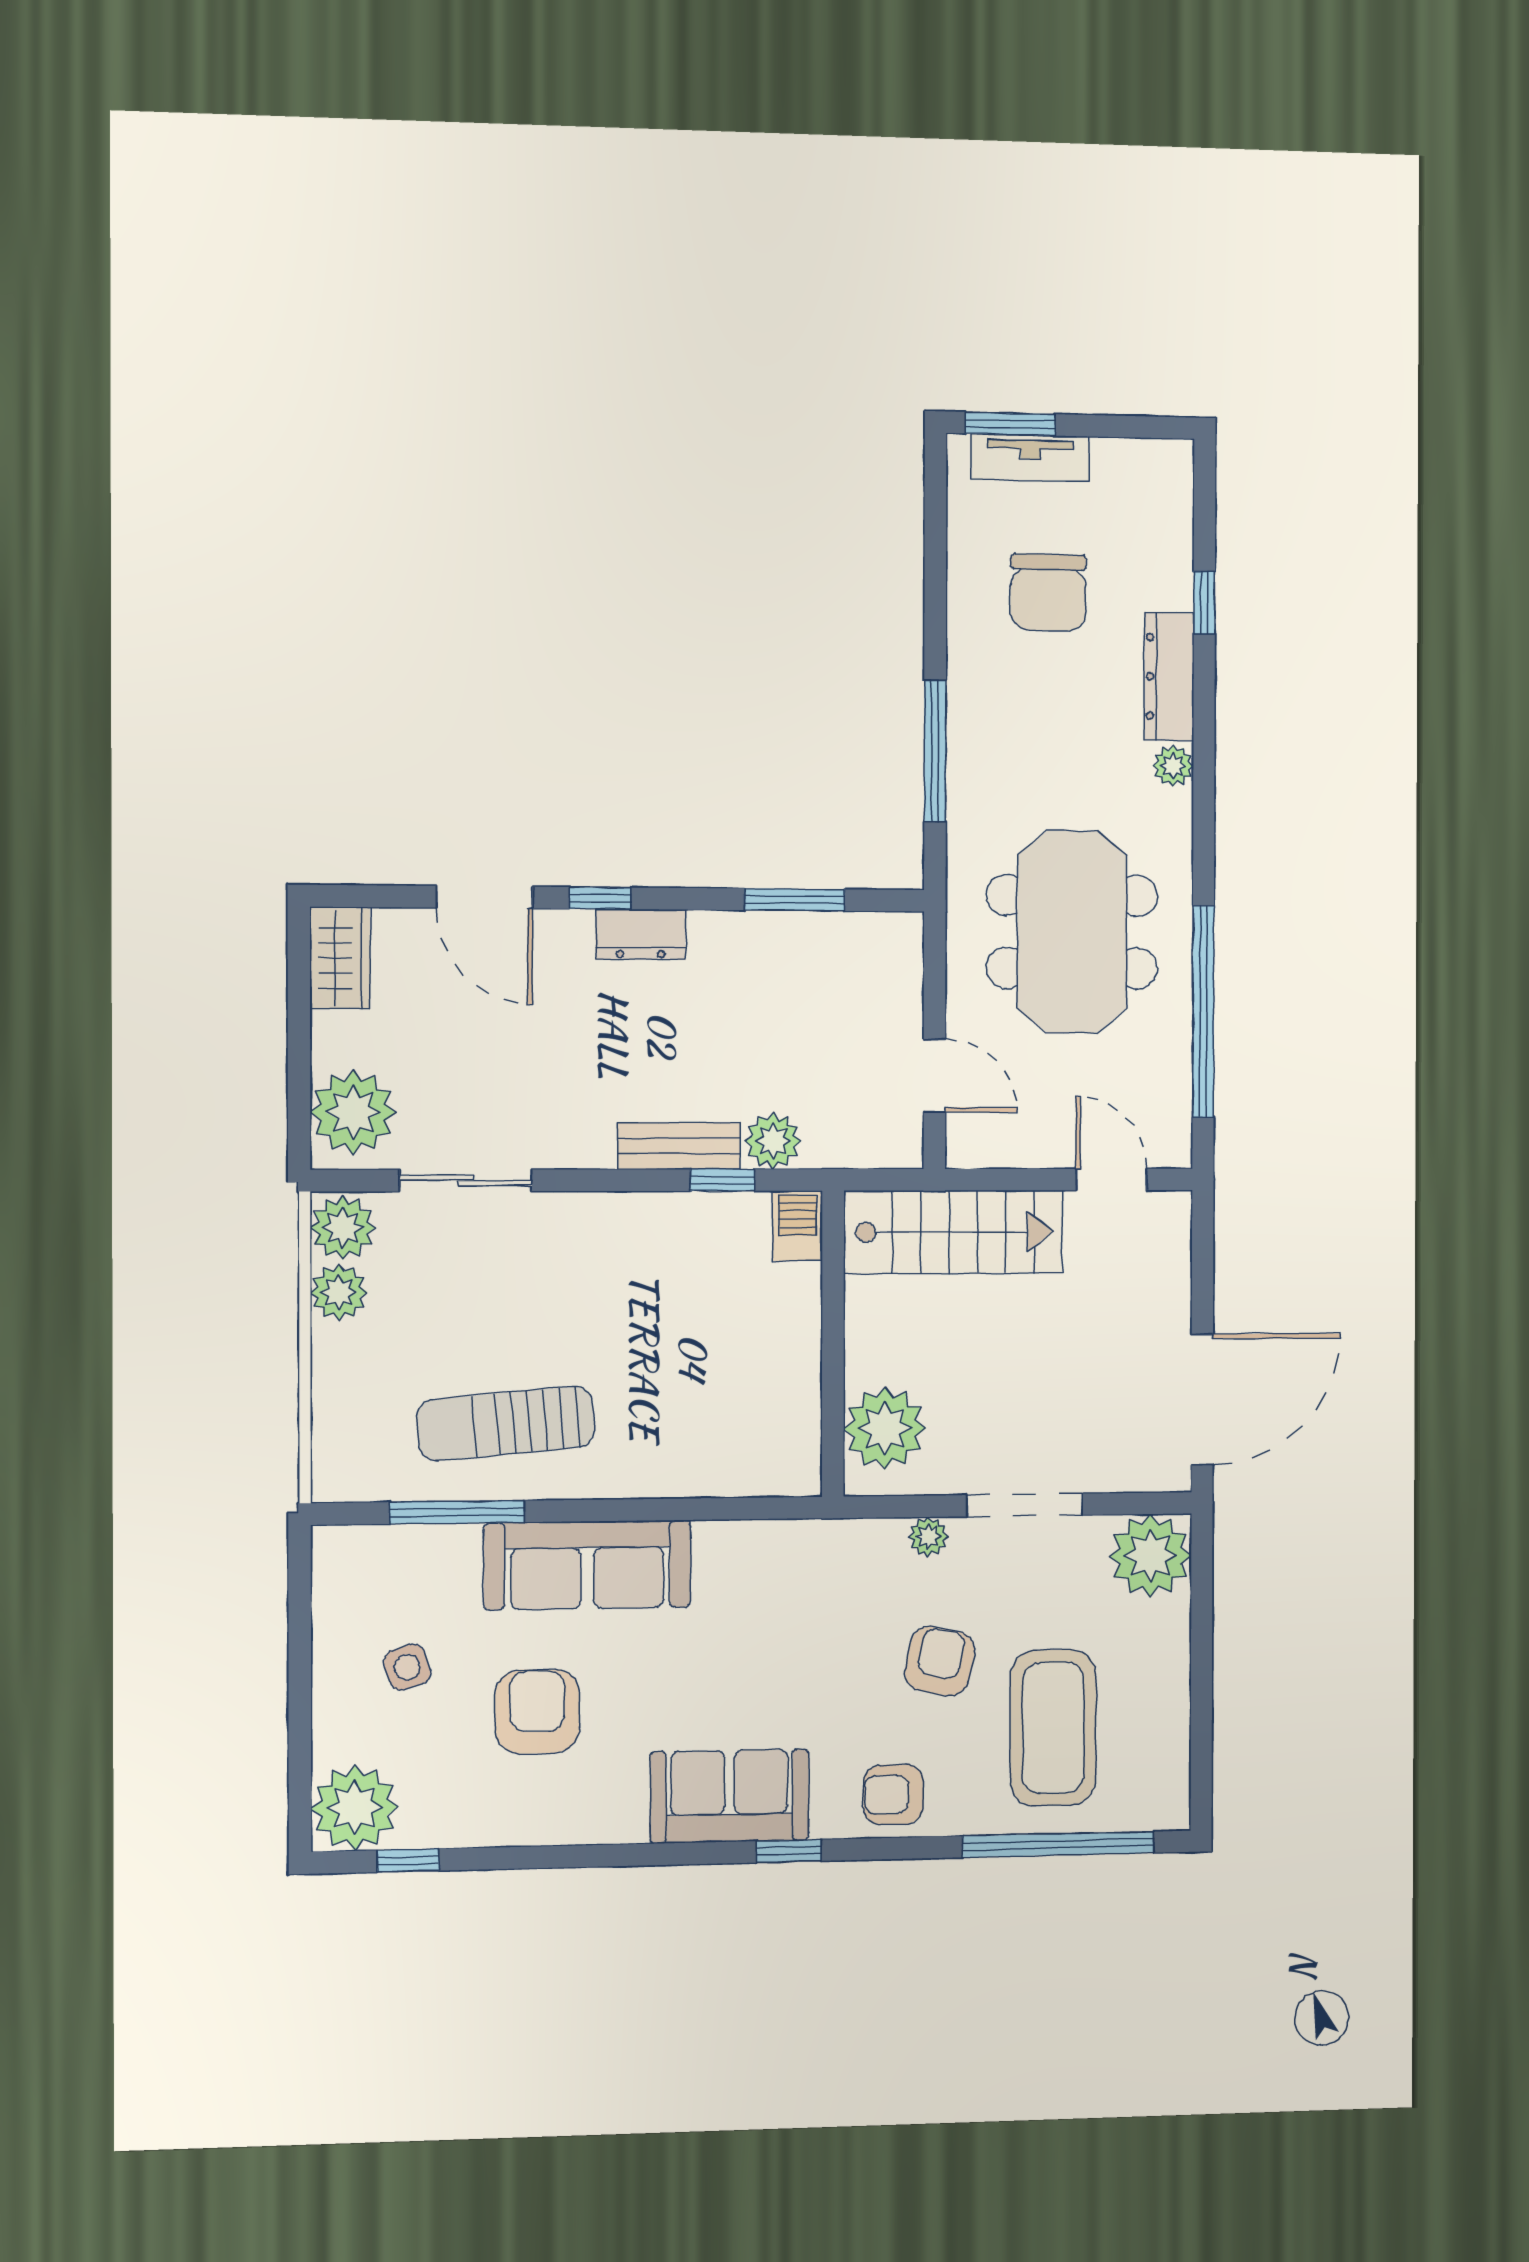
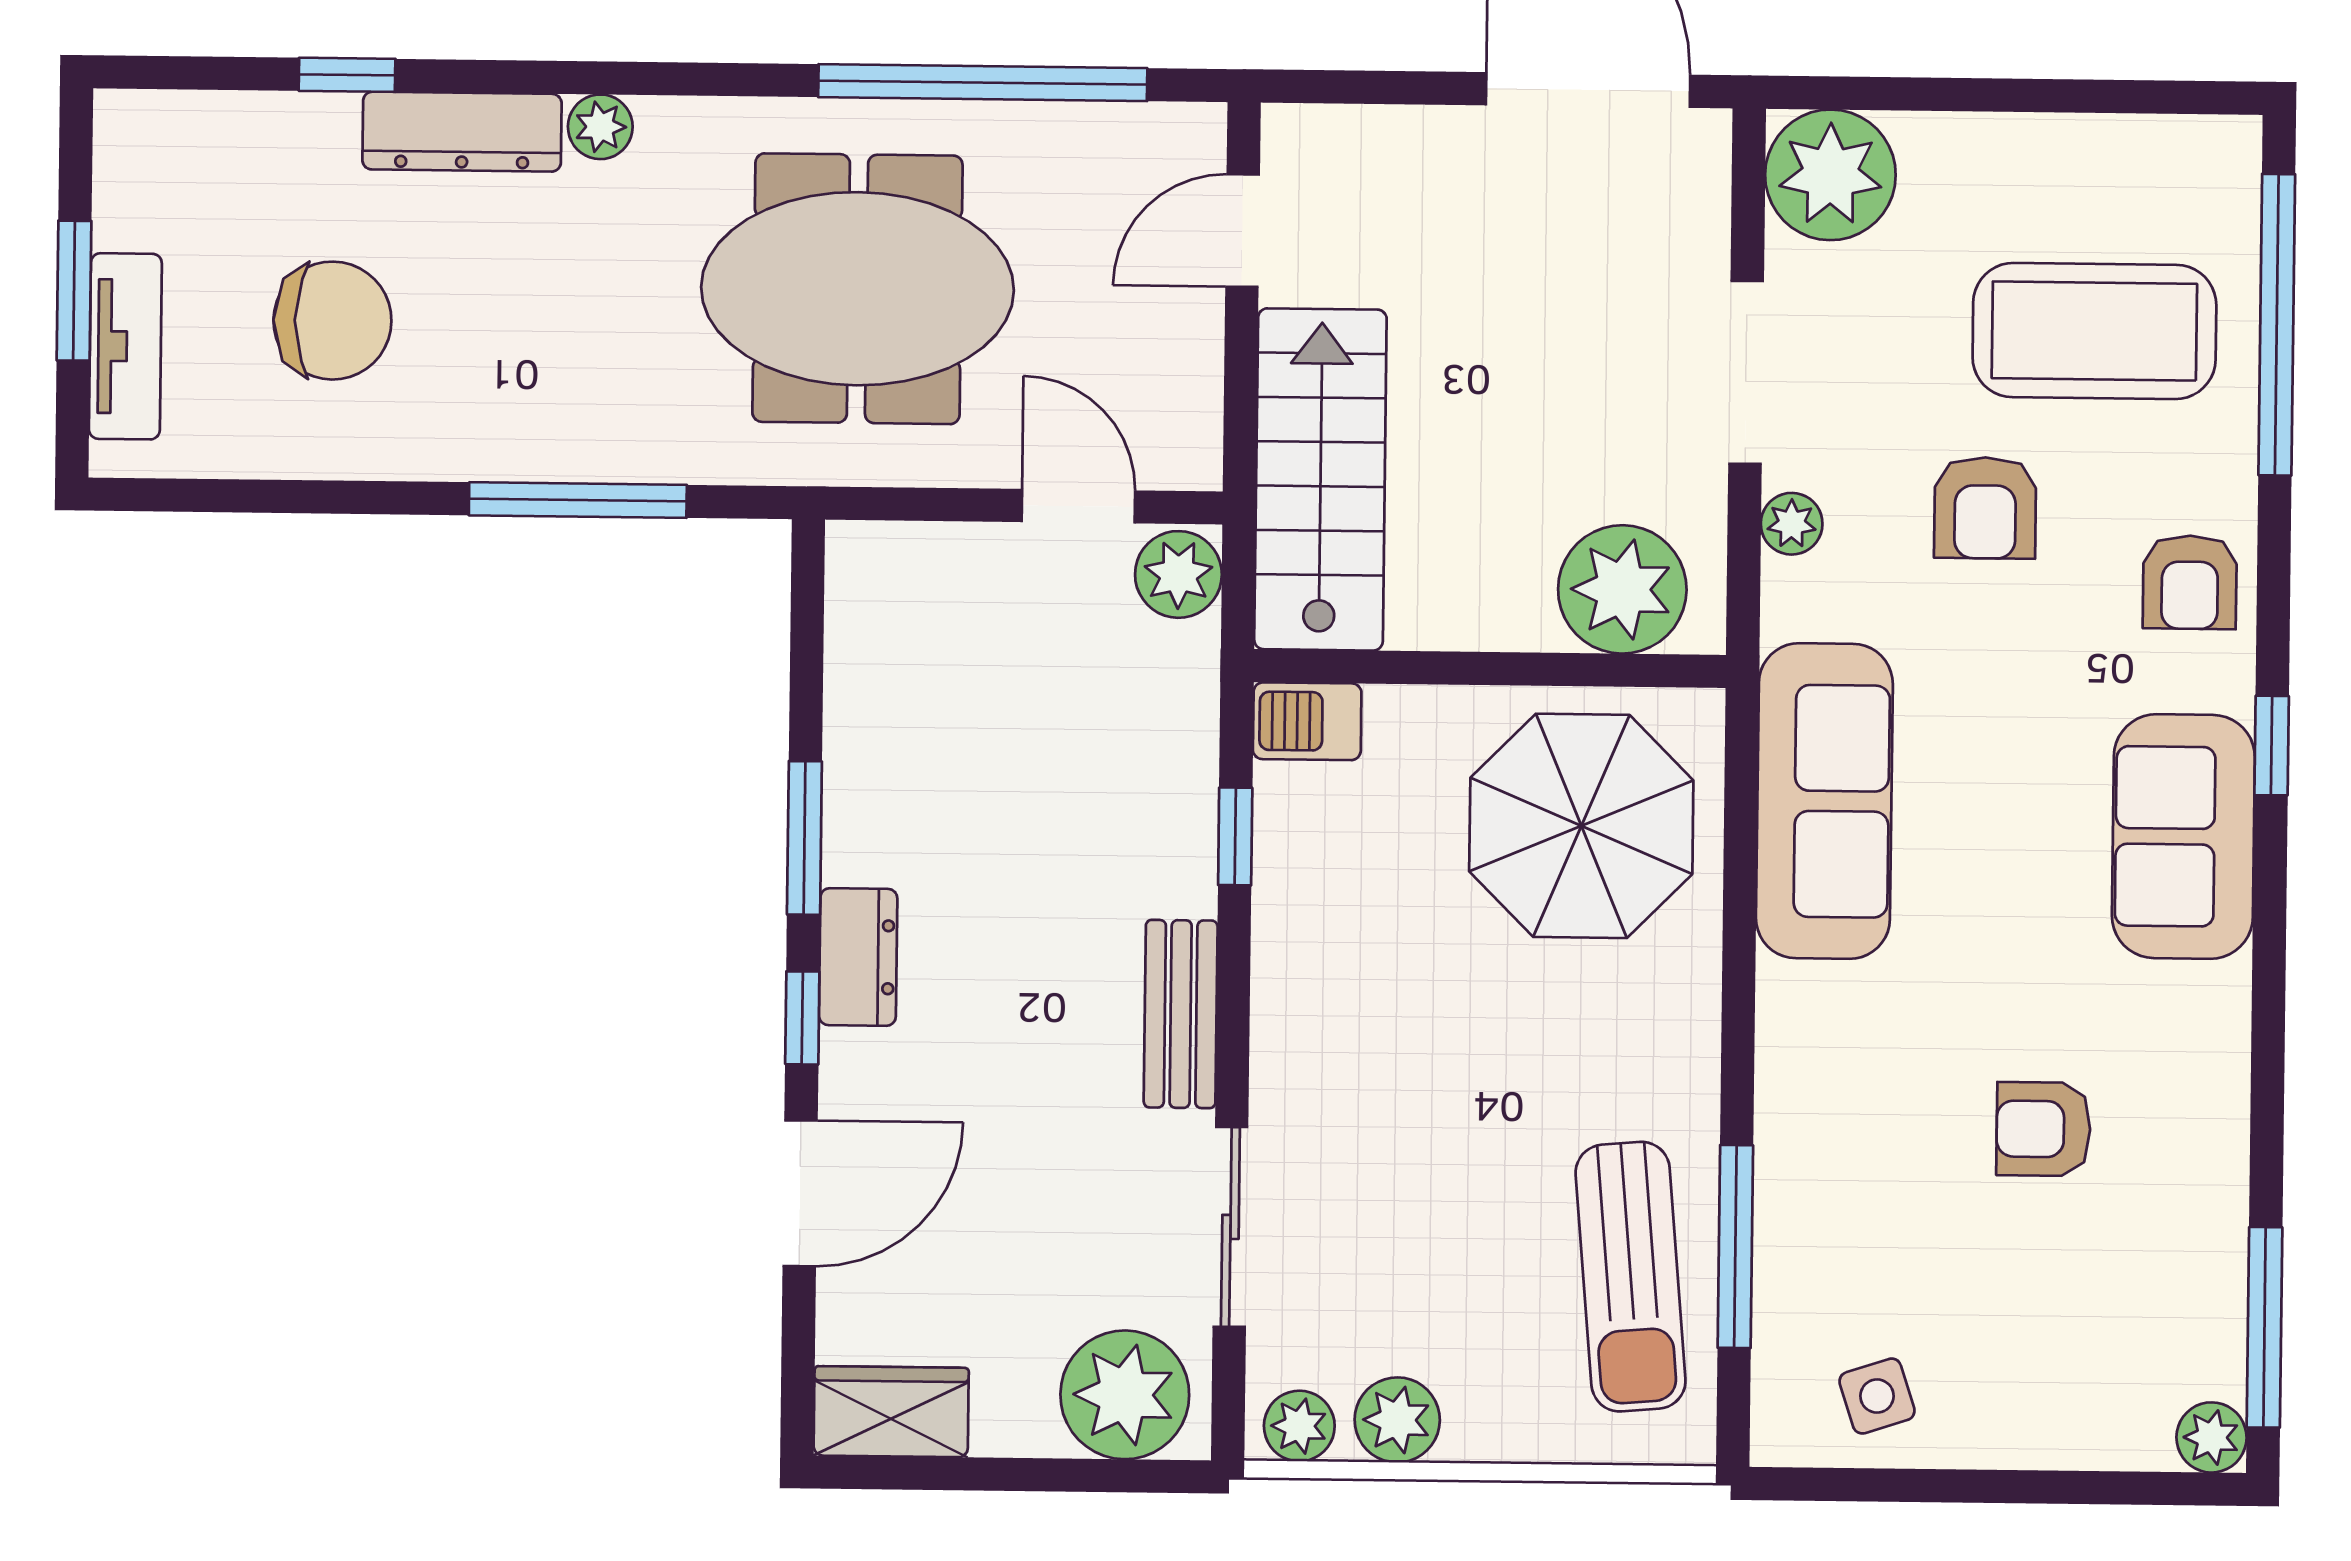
window: (1010, 424) -> (74, 291), moved
window: (795, 900) -> (804, 838), moved
door: (935, 1076) -> (1078, 506), hinge flipped
plant: (773, 1141) -> (1178, 574), moved
bench: (679, 1146) -> (1181, 1014), moved
plant: (343, 1228) -> (1299, 1426), width x0.73, depth x0.73
parasol: (732, 1405) -> (1581, 826), added
sun lounger: (506, 1423) -> (1631, 1277), moved
sofa: (587, 1565) -> (1824, 801), moved
armchair: (940, 1661) -> (1985, 508), turned -102
side table: (407, 1667) -> (1877, 1396), moved
armchair: (537, 1711) -> (2043, 1129), width x0.72, depth x0.72
plant: (355, 1808) -> (2212, 1437), width x0.53, depth x0.53
window: (408, 1860) -> (2264, 1327), width x2.17

